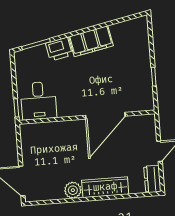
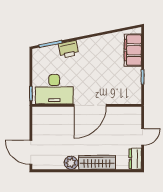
filing cabinet: (91, 41) -> (133, 50), moved, turned 101
desk: (39, 101) -> (54, 89), width x1.37
door: (105, 116) -> (90, 105), moved

